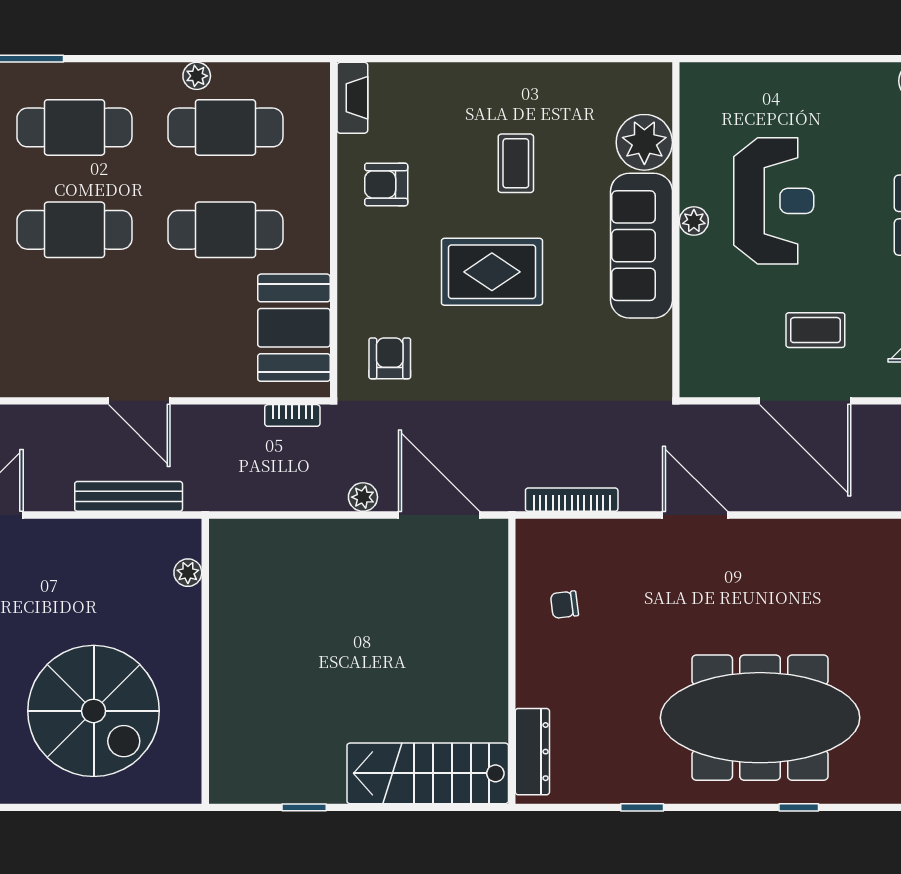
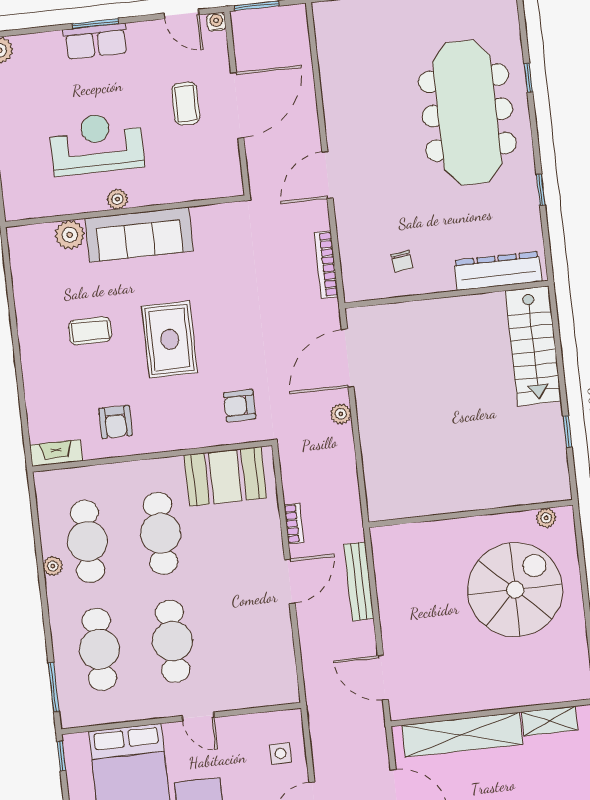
plant: (644, 142) -> (70, 235), width x0.73, depth x0.73
bookcase: (292, 415) -> (294, 524), moved
plant: (188, 573) -> (546, 518), moved
dresser: (532, 752) -> (498, 271), width x1.37, depth x1.24

